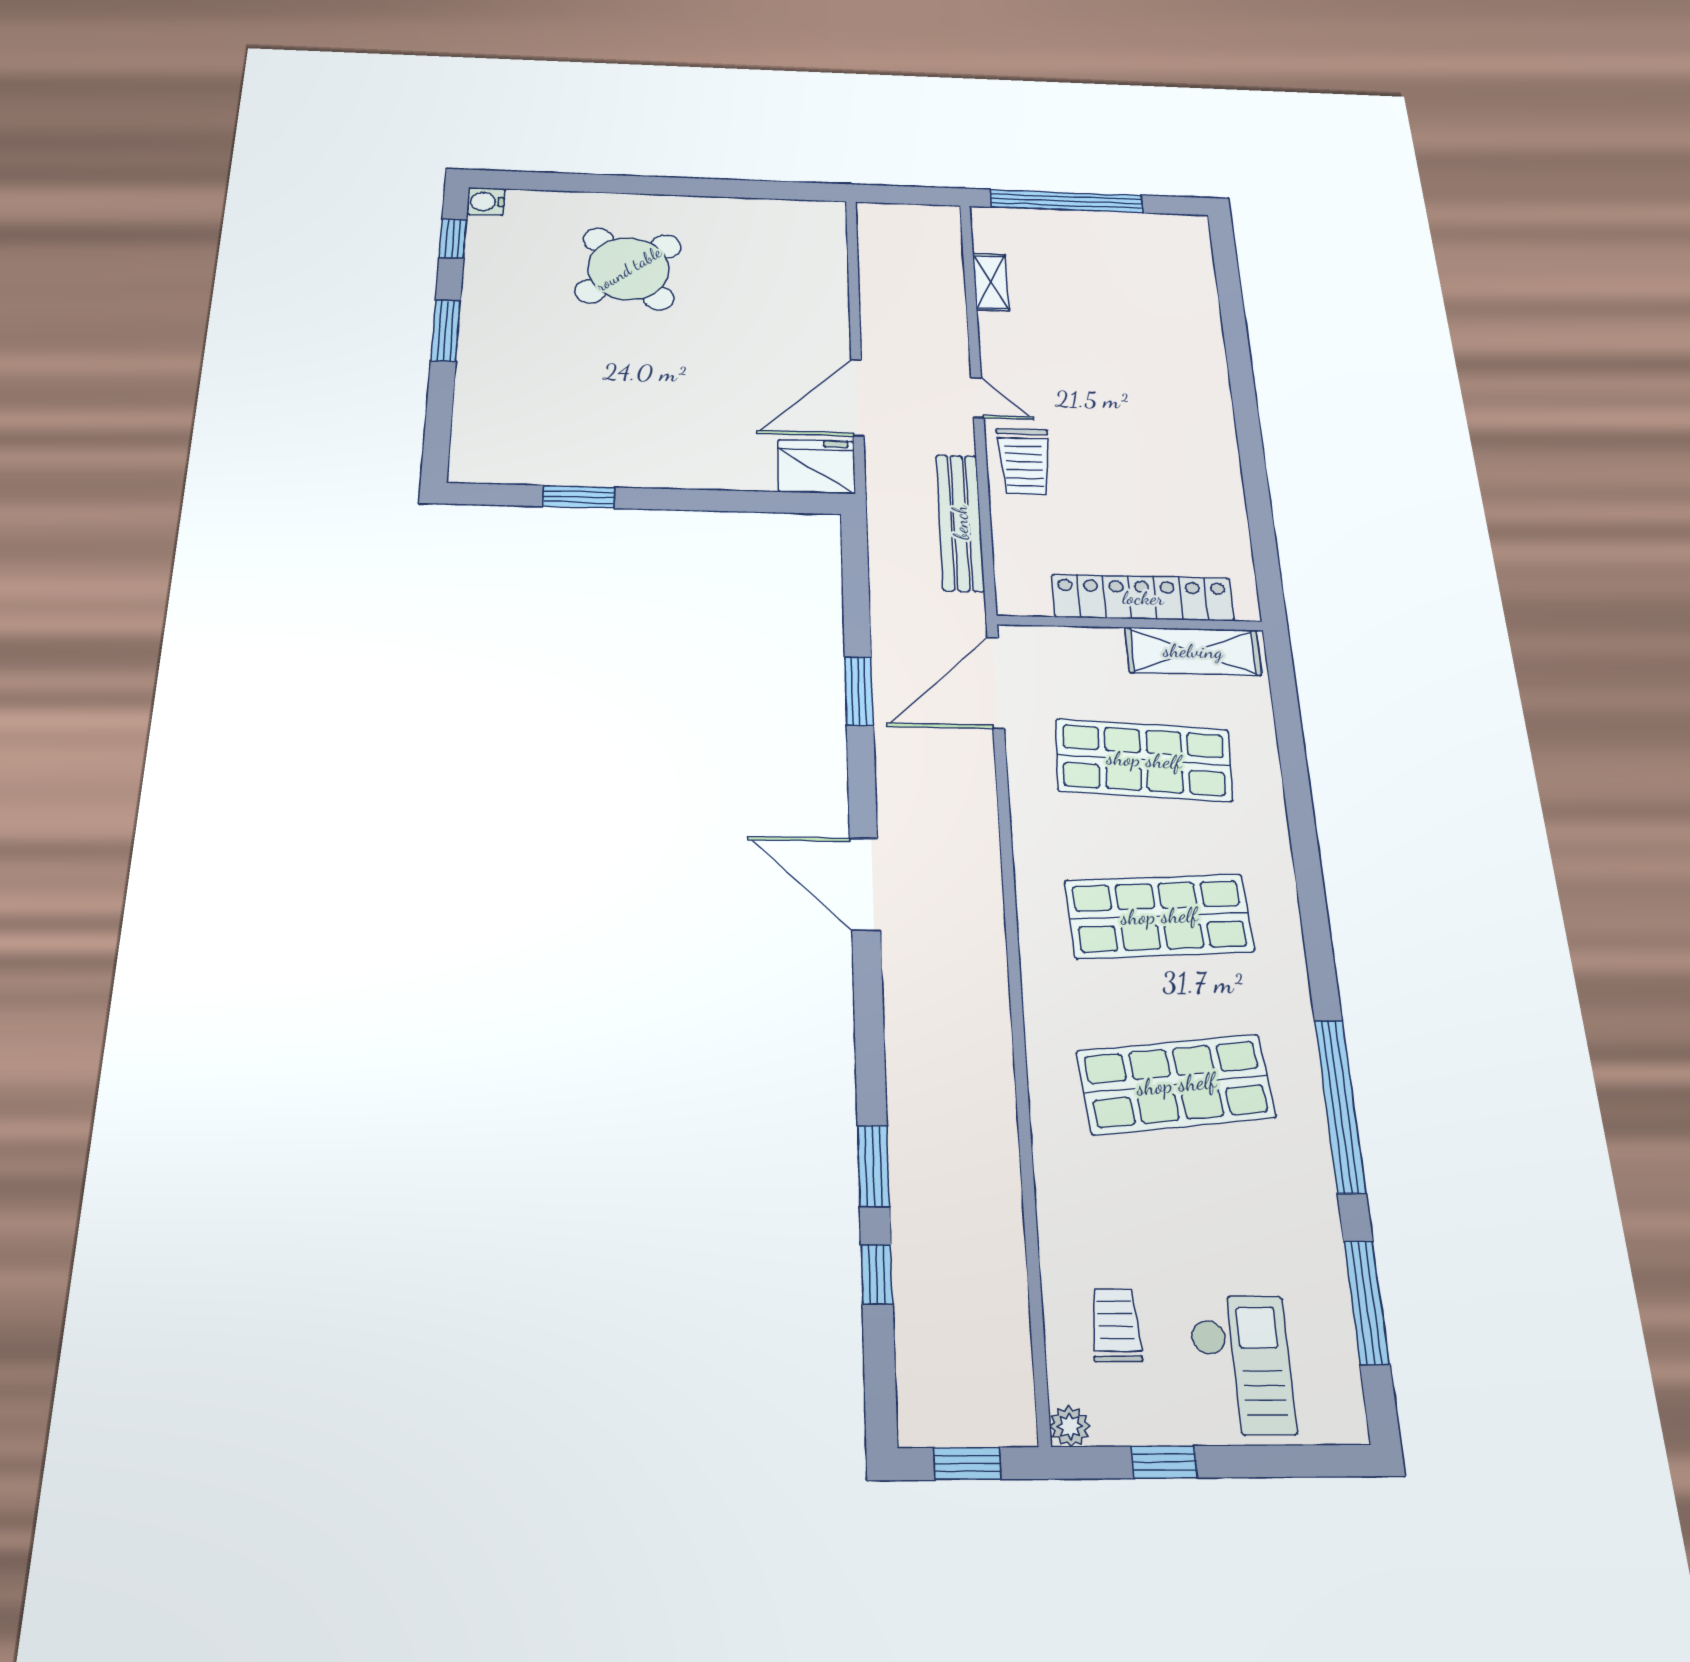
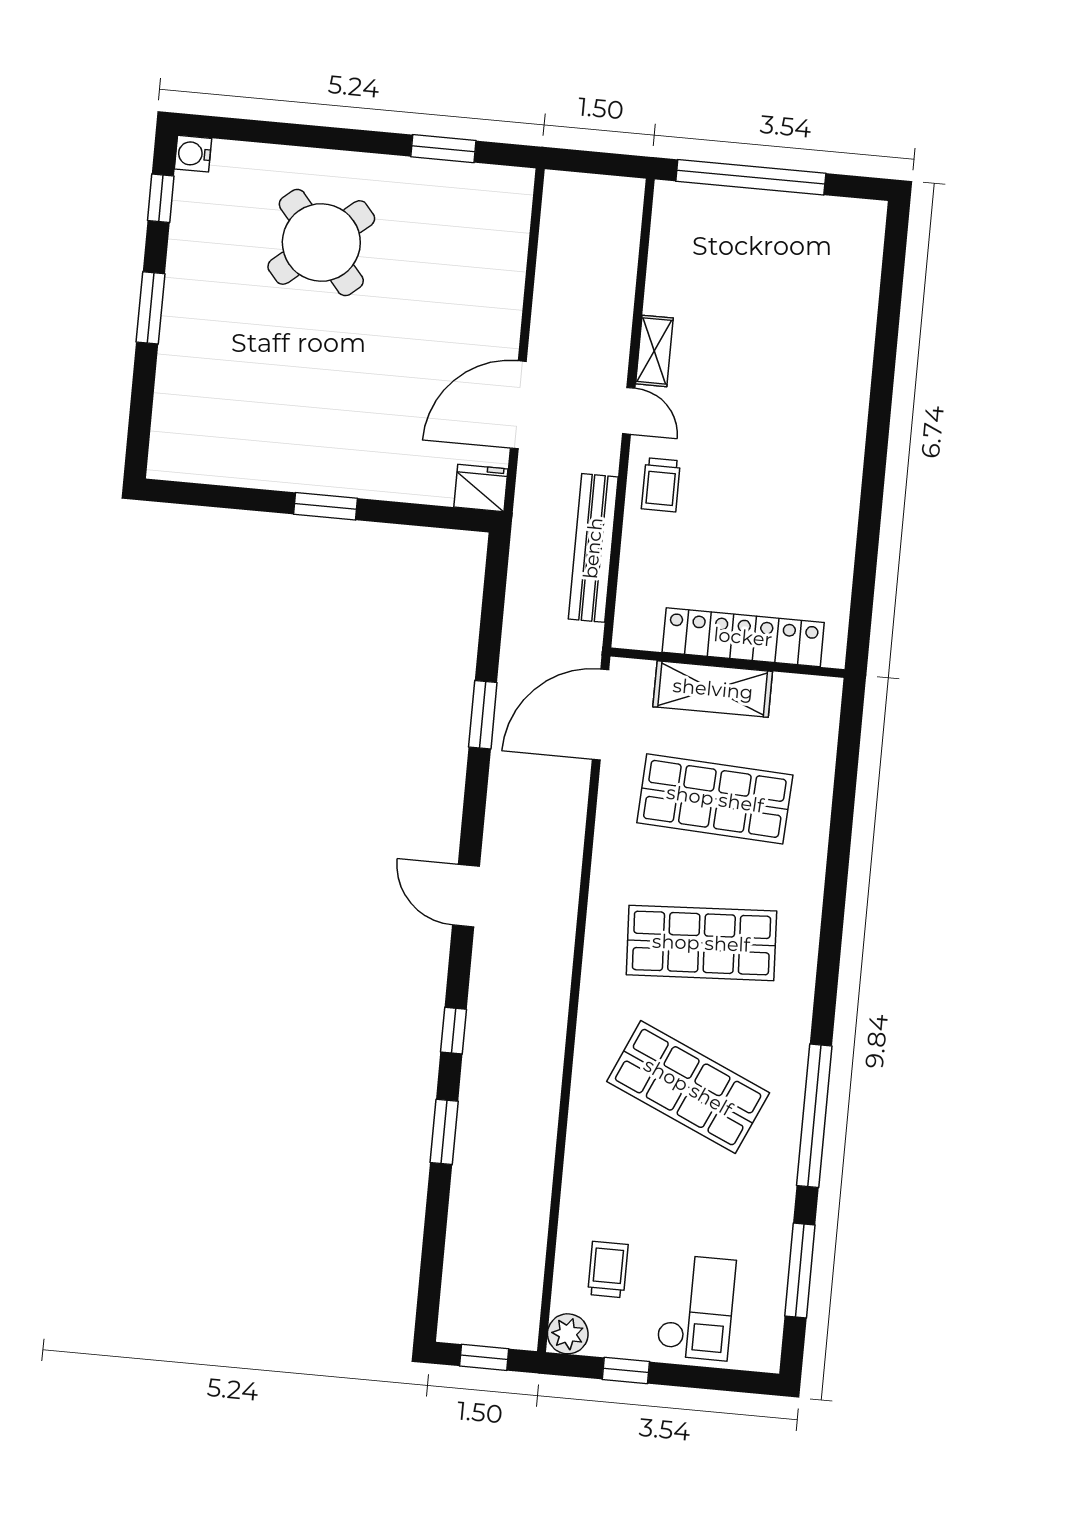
window: (749, 189) -> (443, 149), added
shelving: (991, 282) -> (654, 351), moved
trolley: (1024, 461) -> (661, 485), width x0.73, depth x0.72
fridge: (817, 467) -> (481, 488), width x0.73, depth x0.75
window: (579, 497) -> (325, 506), moved
shelving: (1193, 651) -> (713, 689), moved
door: (865, 884) -> (466, 896), width x0.73
shop shelf: (1176, 1084) -> (688, 1087), turned 30
window: (877, 1274) -> (454, 1031), moved
plant: (1070, 1426) -> (568, 1334), width x1.38, depth x1.38

